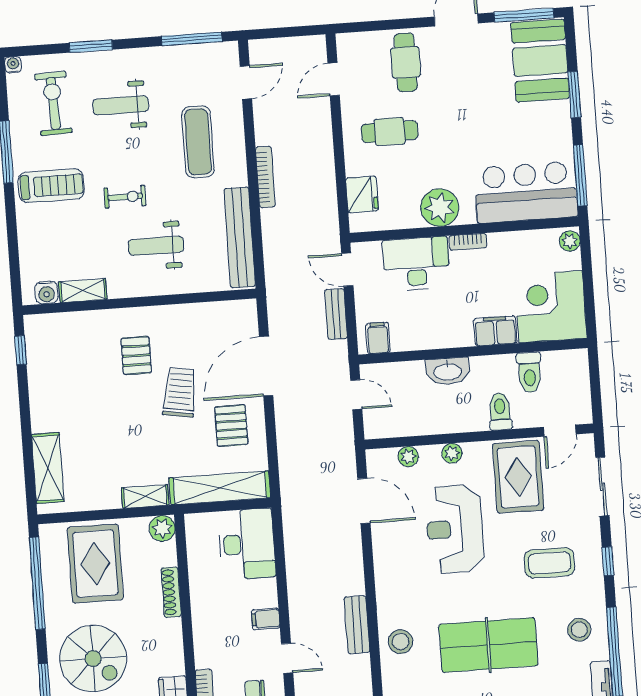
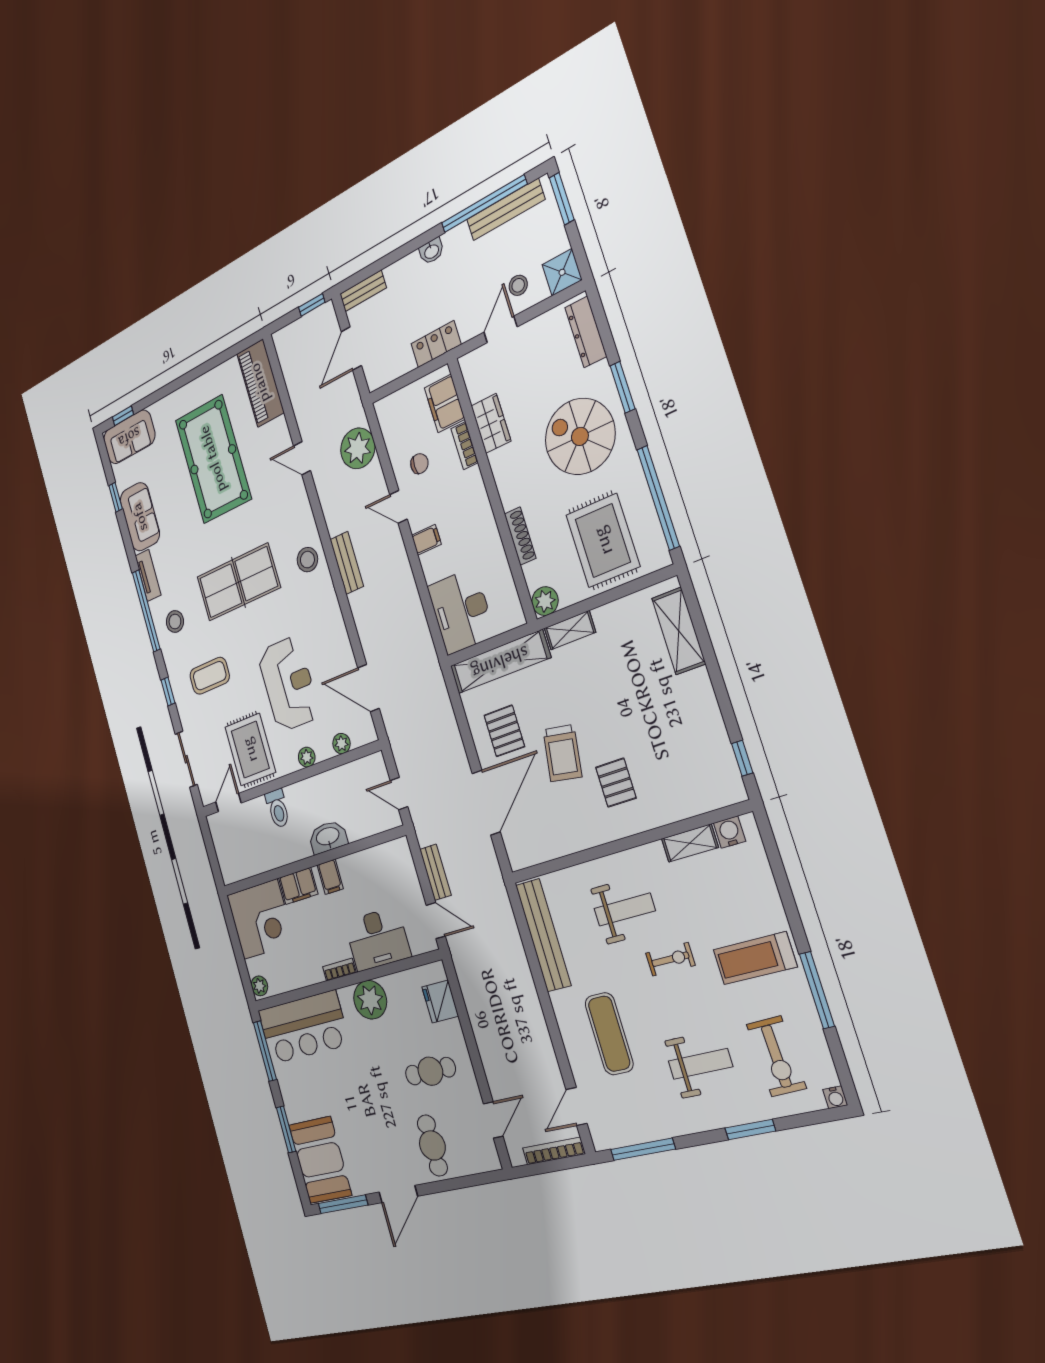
bookcase: (265, 177) -> (554, 1151), moved, turned 90
exercise bike: (125, 197) -> (670, 959), turned 180
filing cabinet: (378, 338) -> (330, 877), moved
toilet: (529, 372) -> (263, 852), removed

